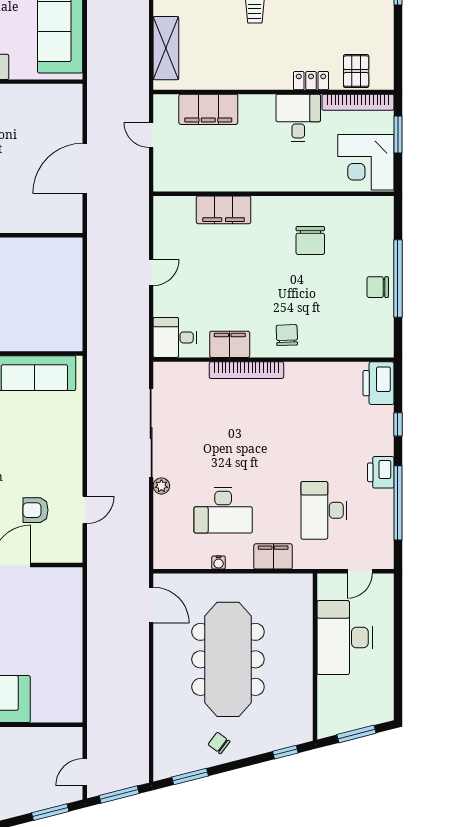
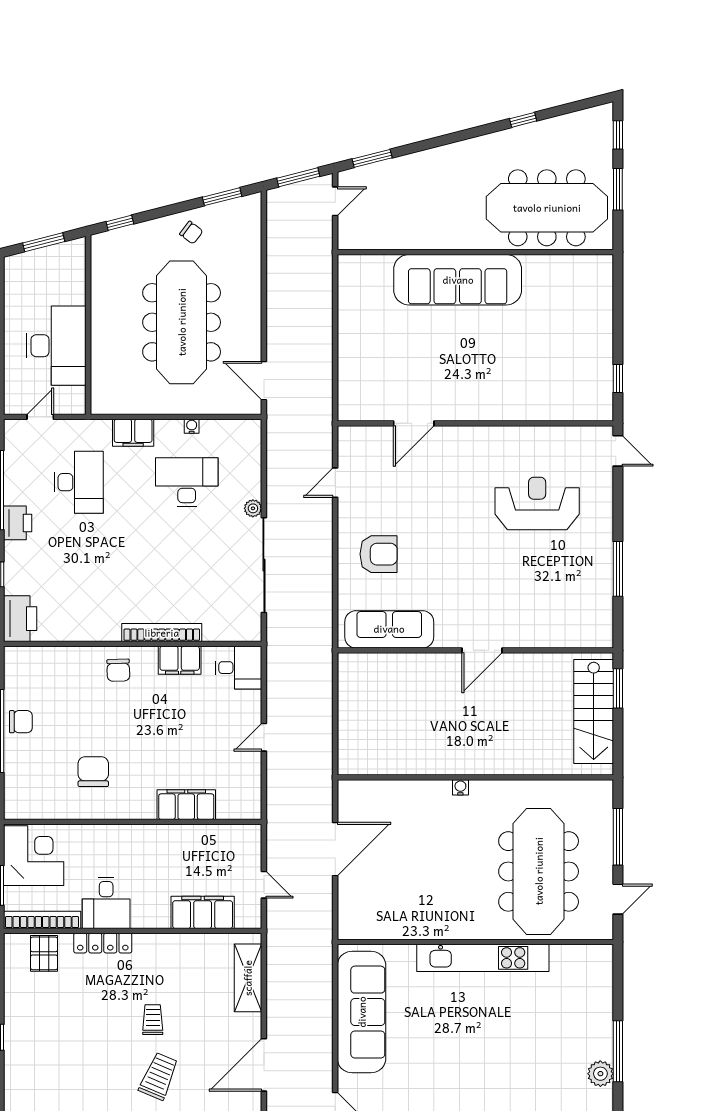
locker: (311, 81) -> (103, 943), width x1.53
armchair: (35, 510) -> (379, 554), moved, width x1.38, depth x1.38

